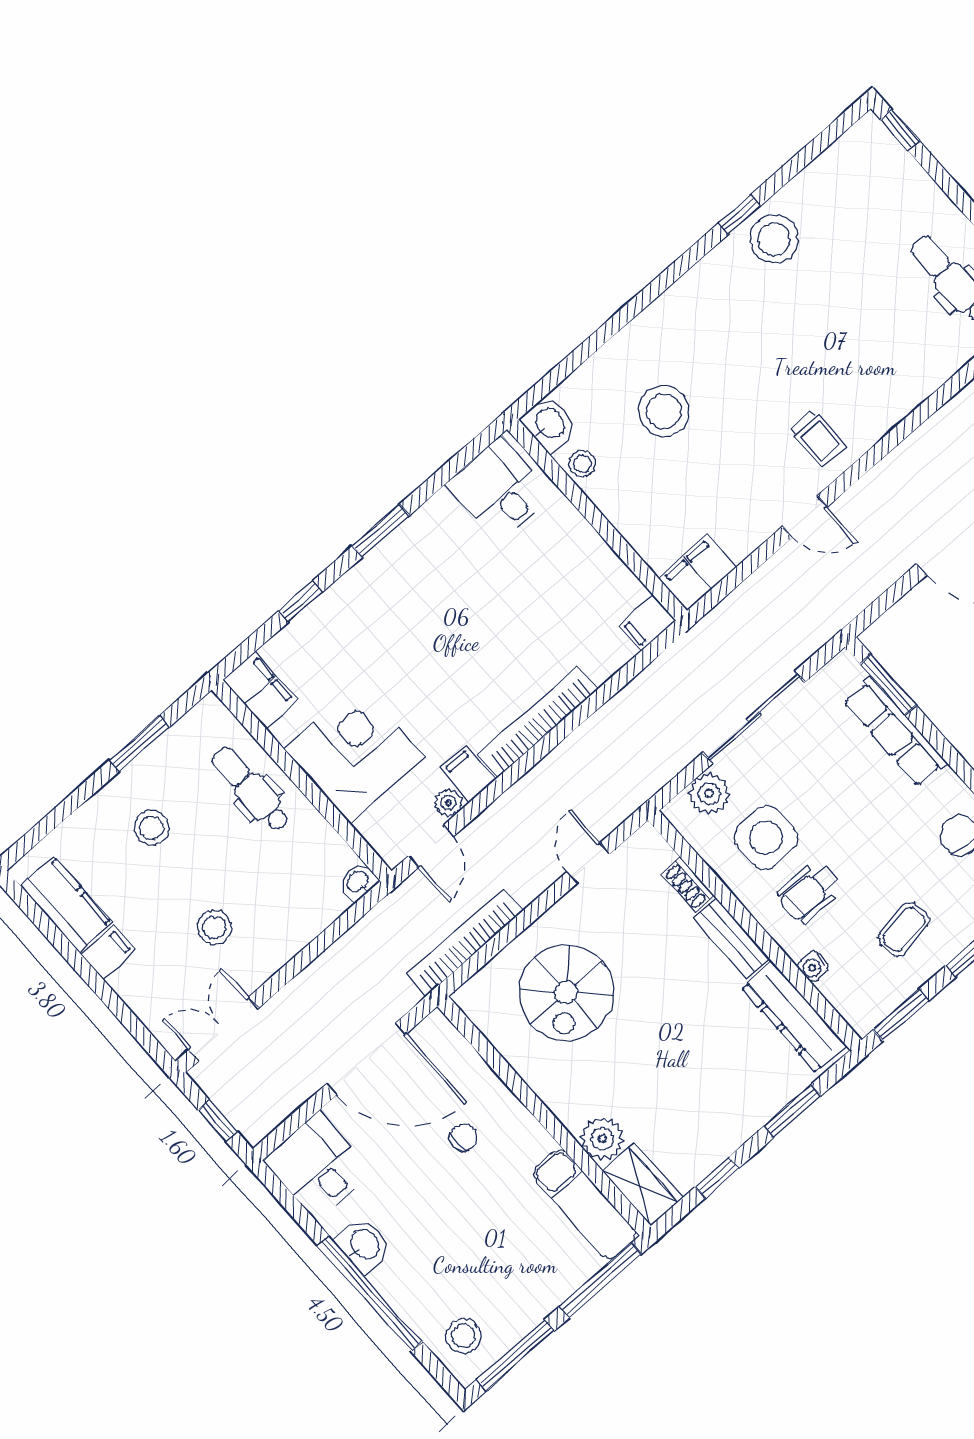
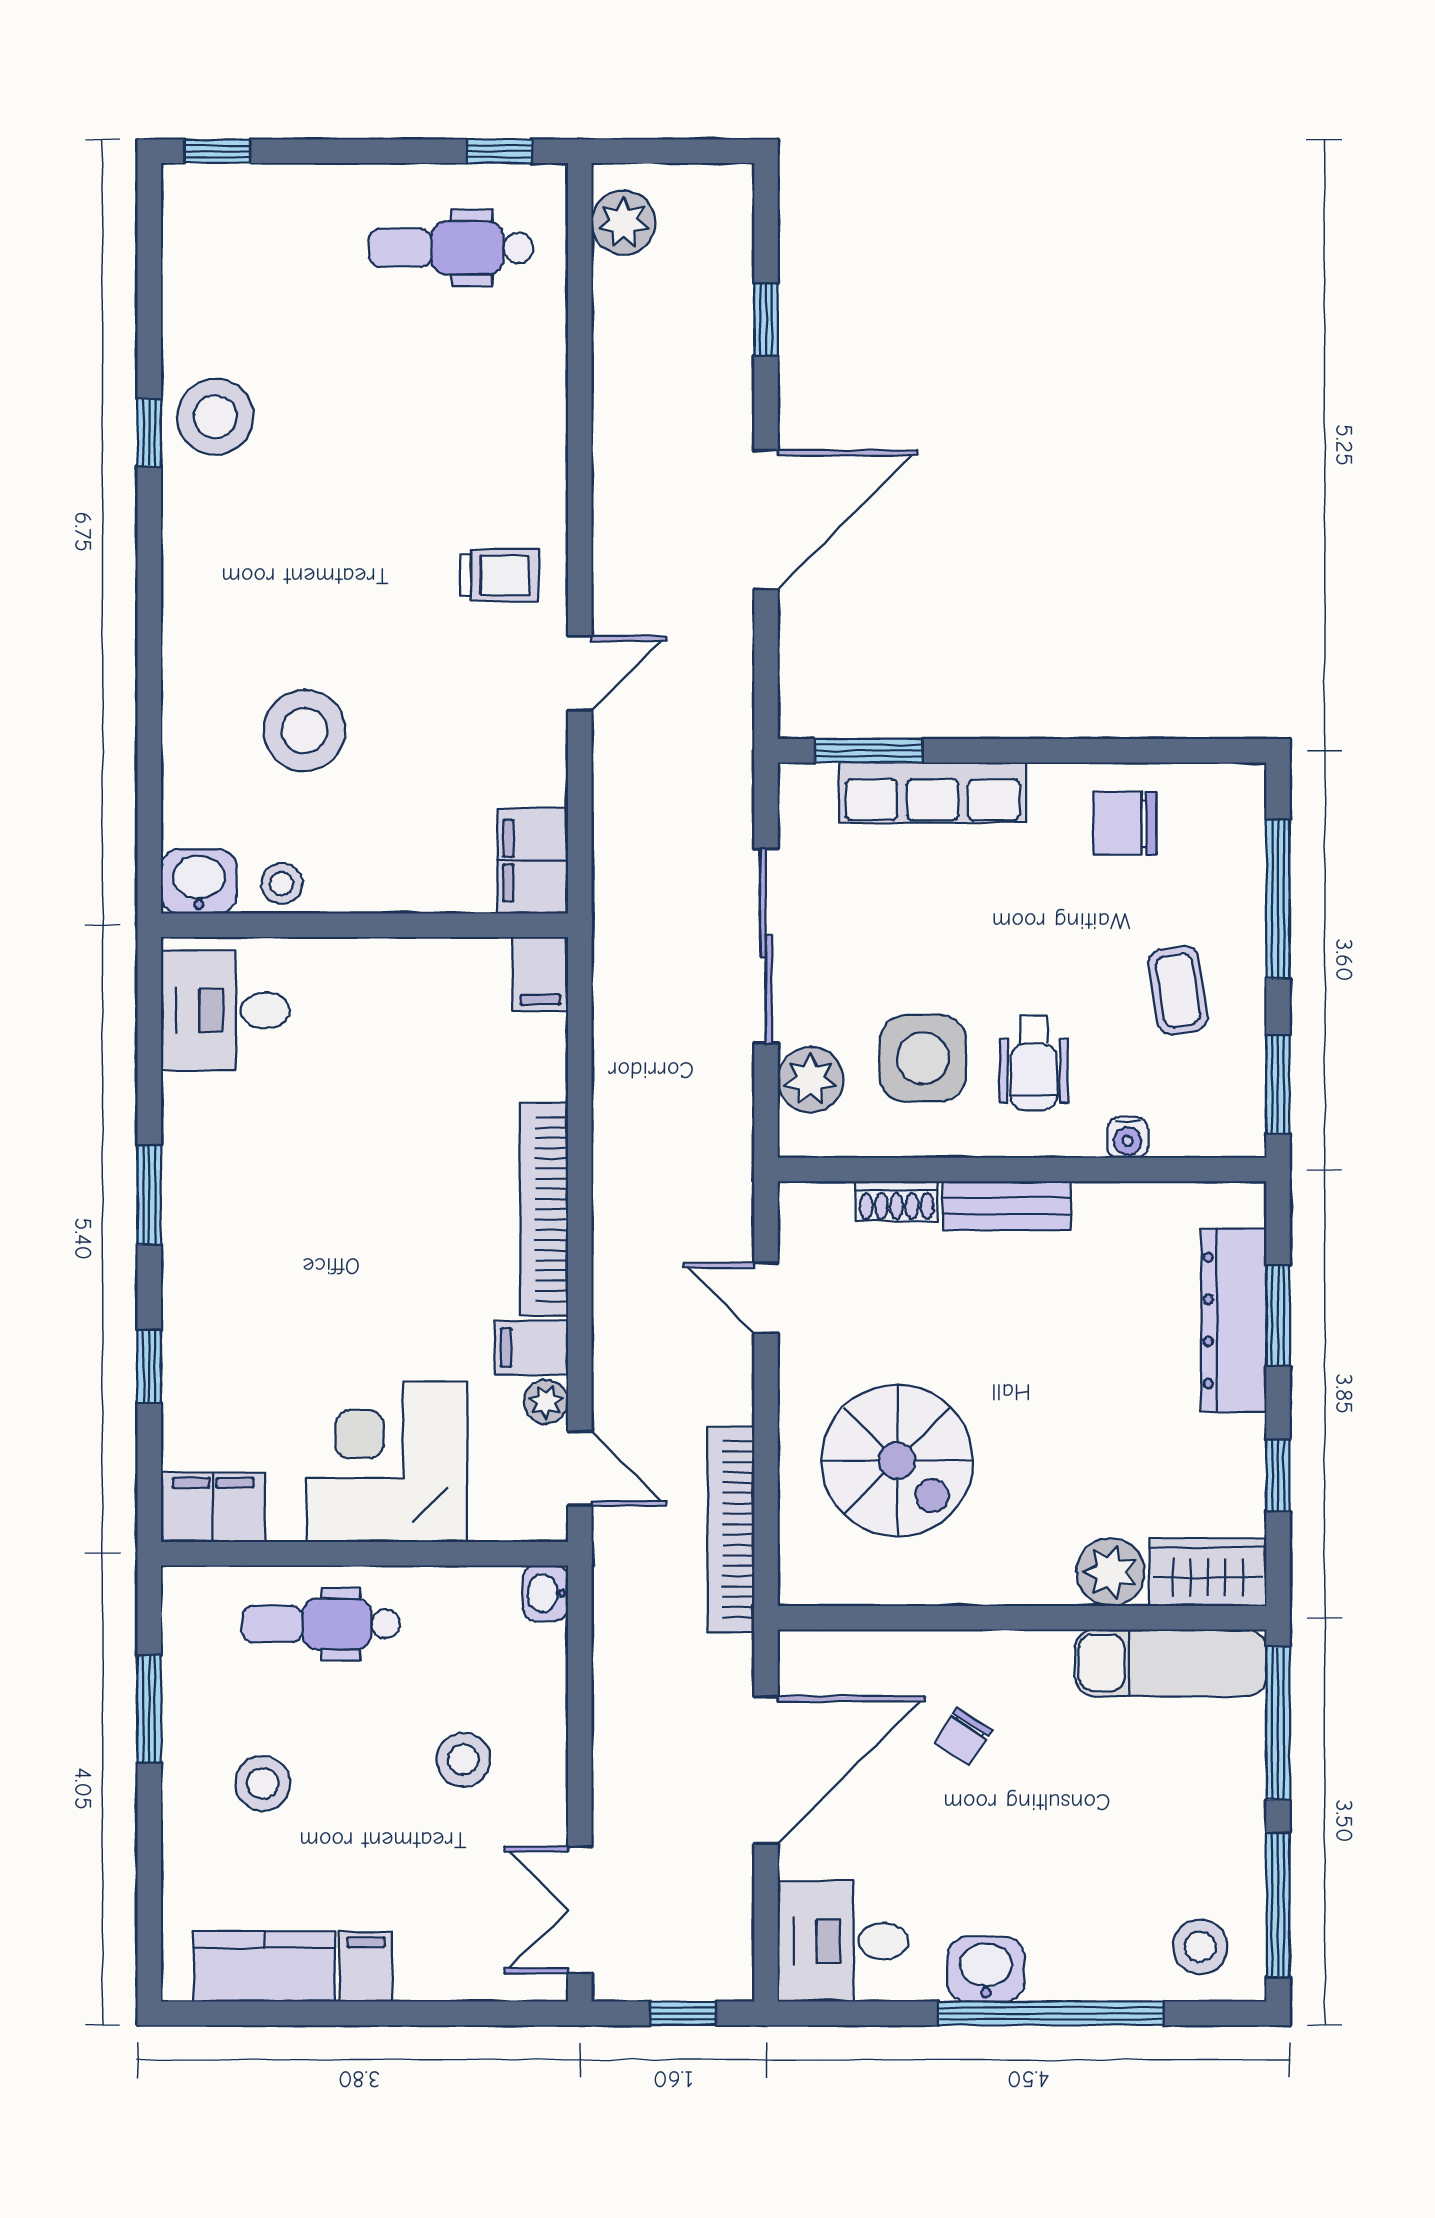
stool: (215, 927) -> (463, 1760), moved
dresser: (794, 1017) -> (1234, 1320), moved, turned 90
chair: (464, 1138) -> (963, 1737), turned -145

